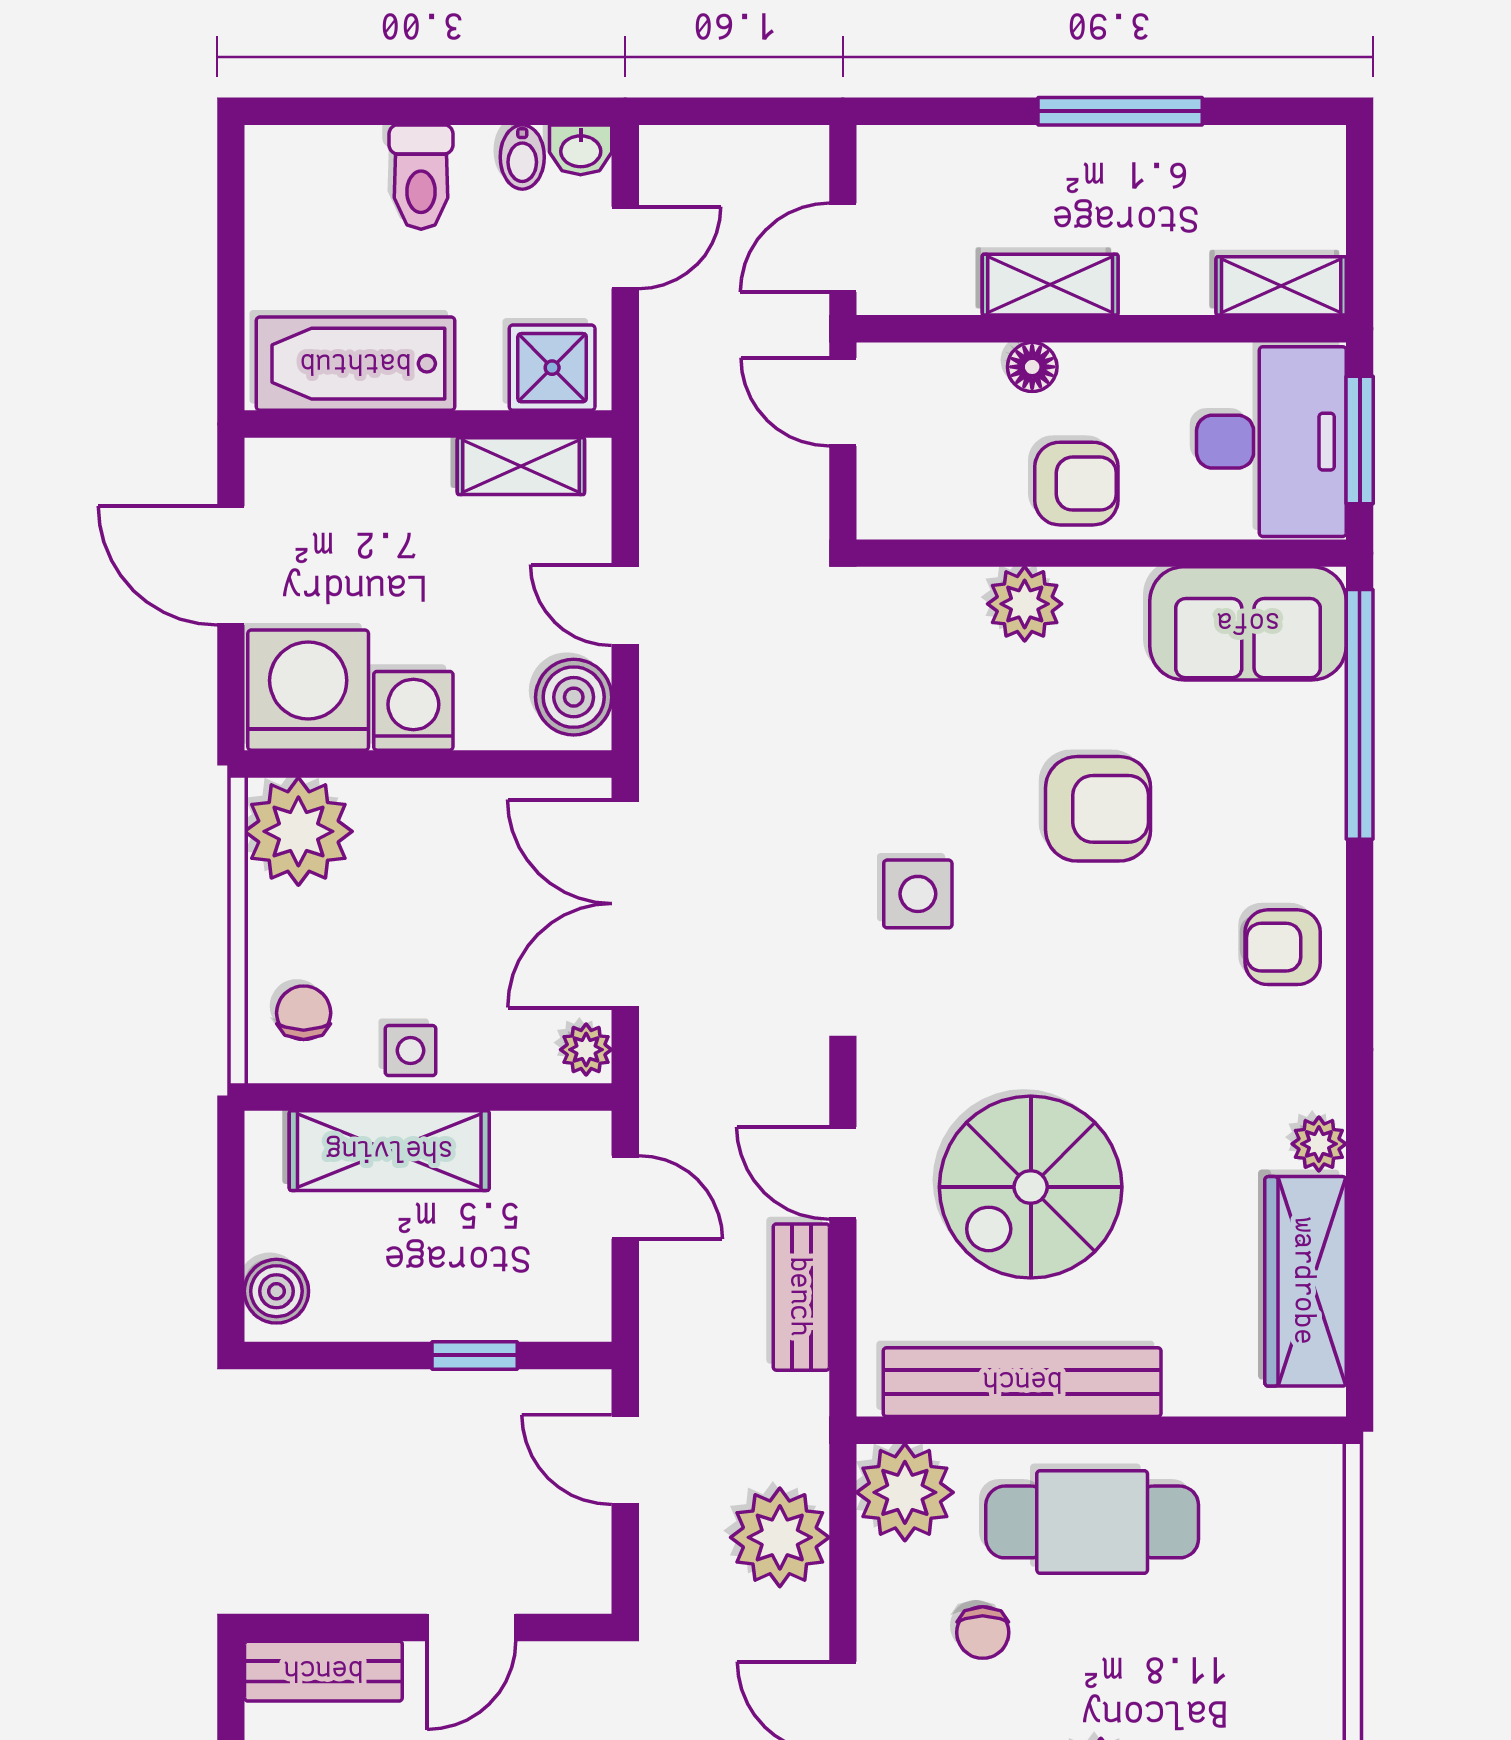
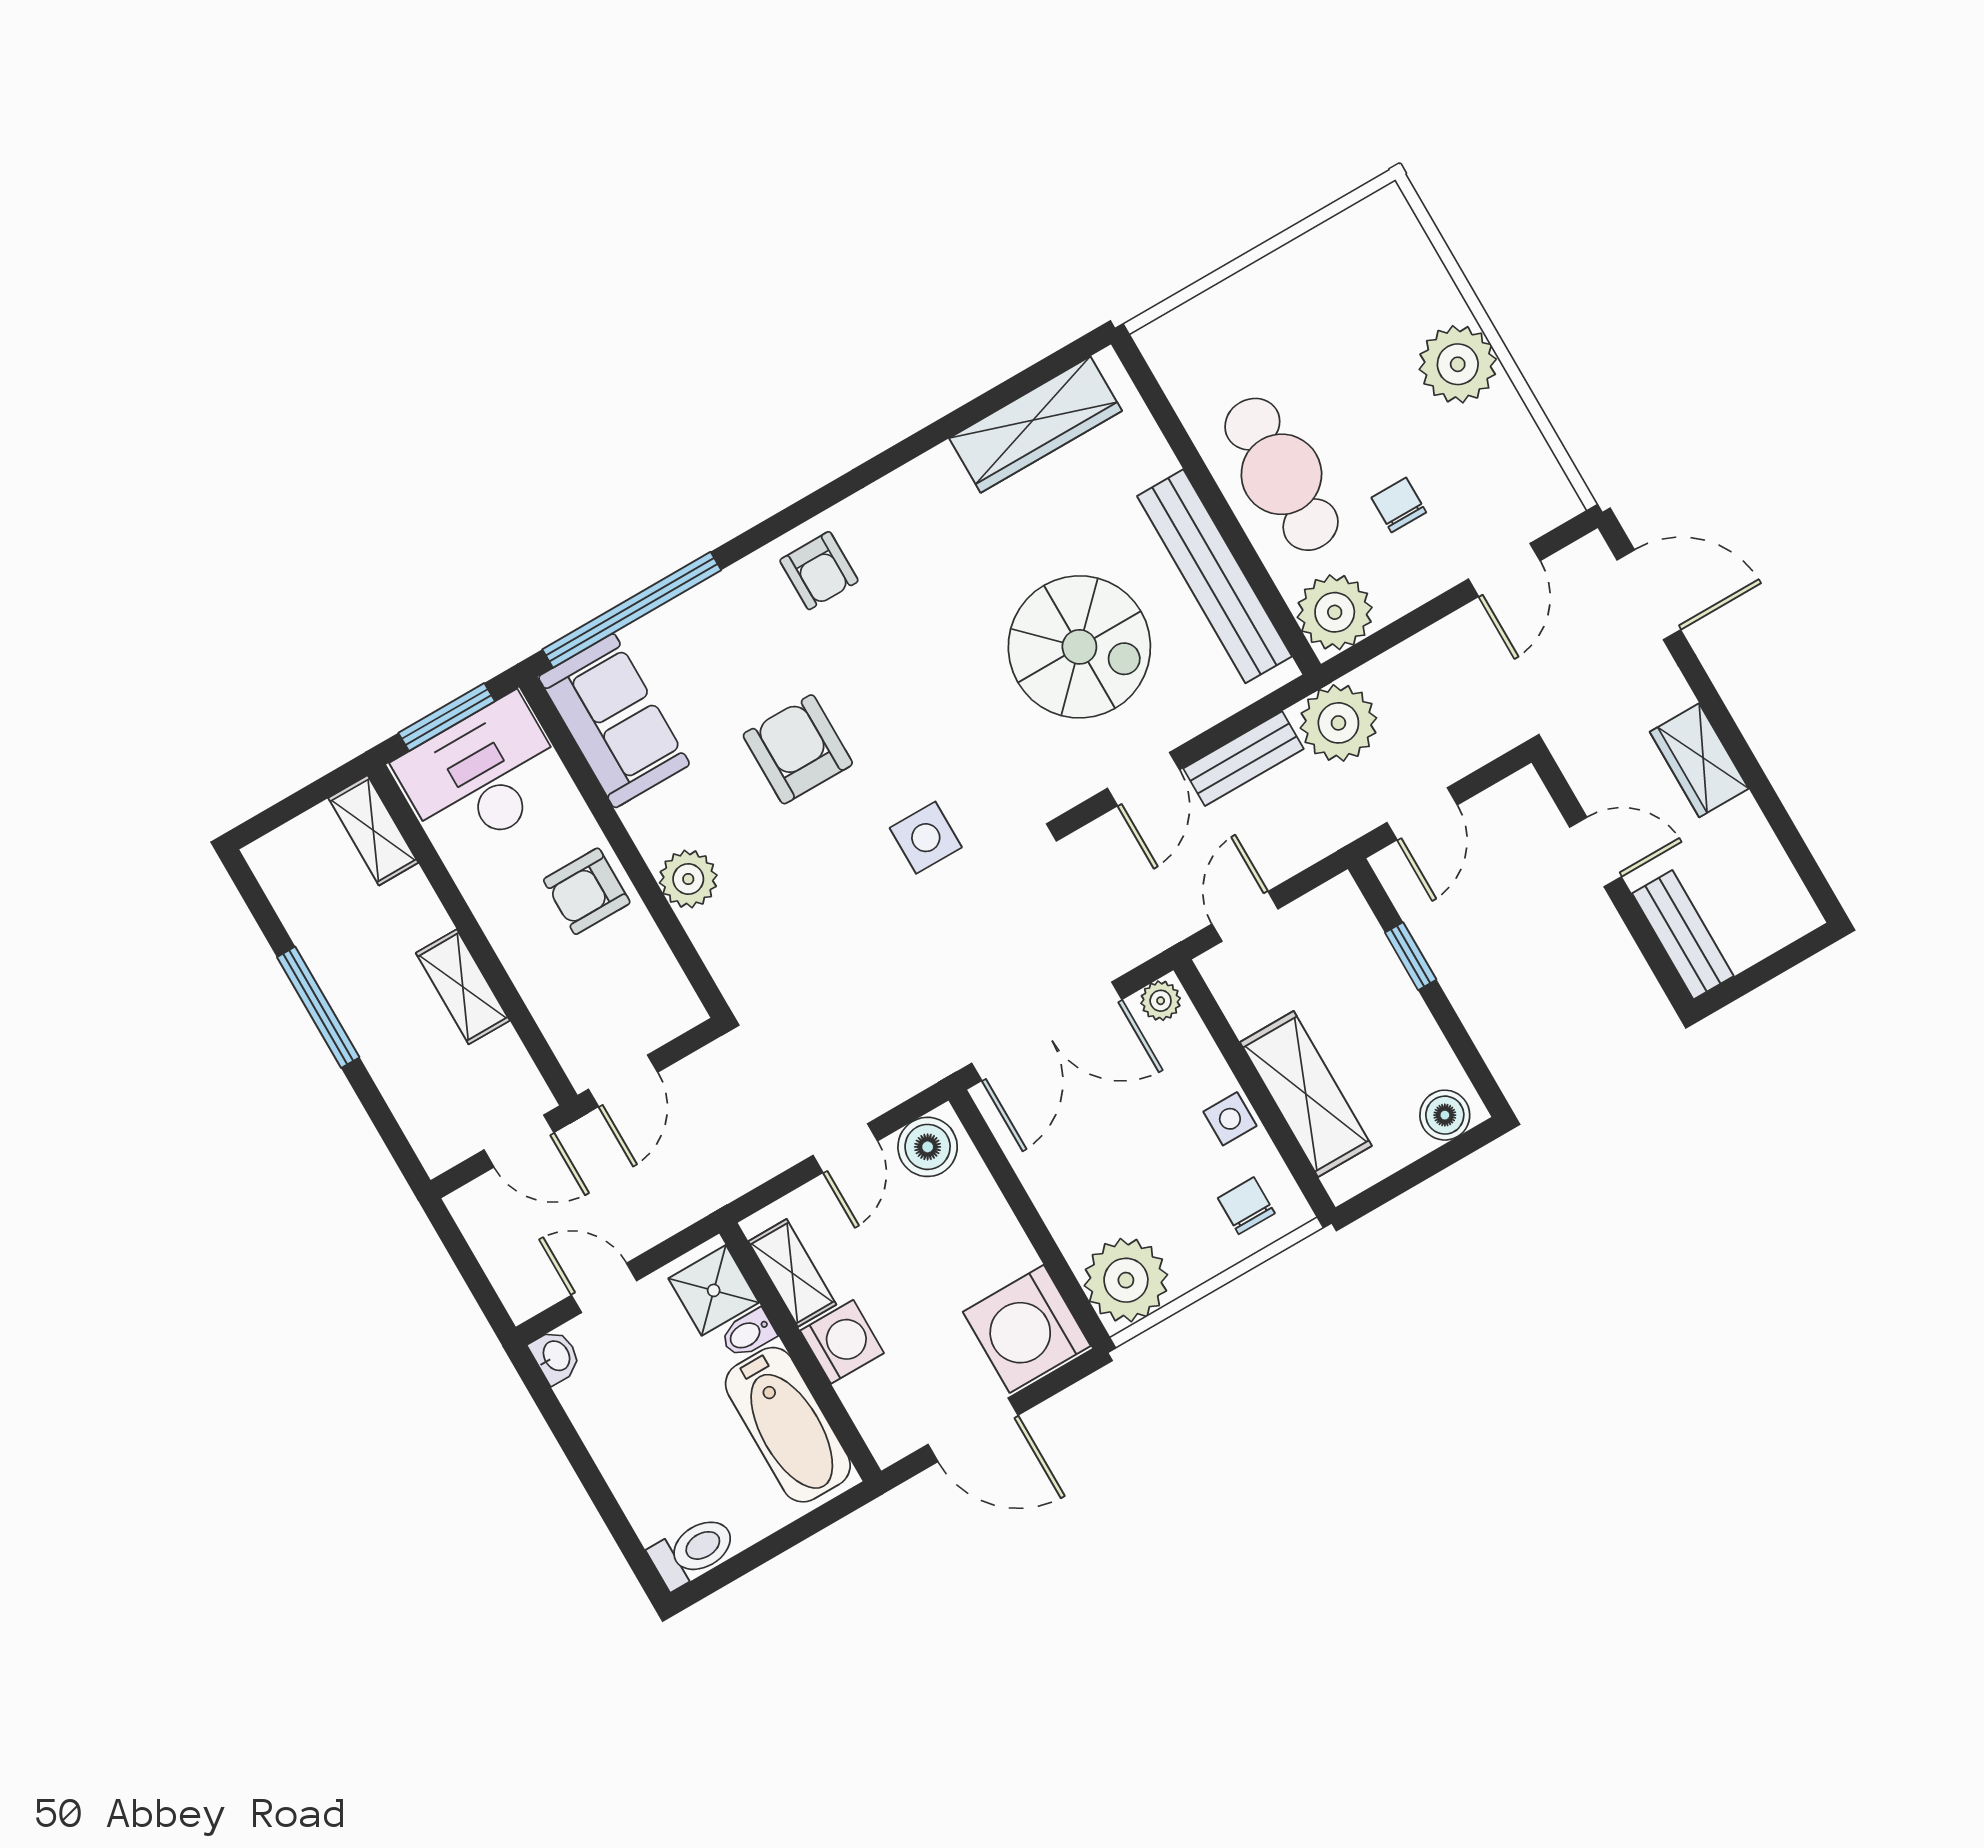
bidet: (522, 157) -> (748, 1334), moved, turned 180
toilet: (421, 177) -> (693, 1551), moved
floor lamp: (1032, 367) -> (525, 967), removed
armchair: (1076, 484) -> (587, 891), turned -90
door: (231, 566) -> (973, 1430), hinge flipped
washing machine: (413, 711) -> (842, 1342), moved, turned 180
chair: (304, 1013) -> (1246, 1206), turned 90
plant: (1319, 1144) -> (938, 469), removed
plant: (780, 1537) -> (1338, 723), moved
chair: (983, 1632) -> (1399, 505), turned -90

